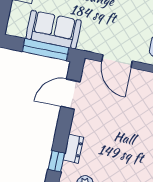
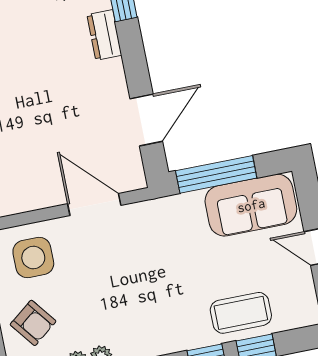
sofa: (54, 30) -> (251, 205), moved

